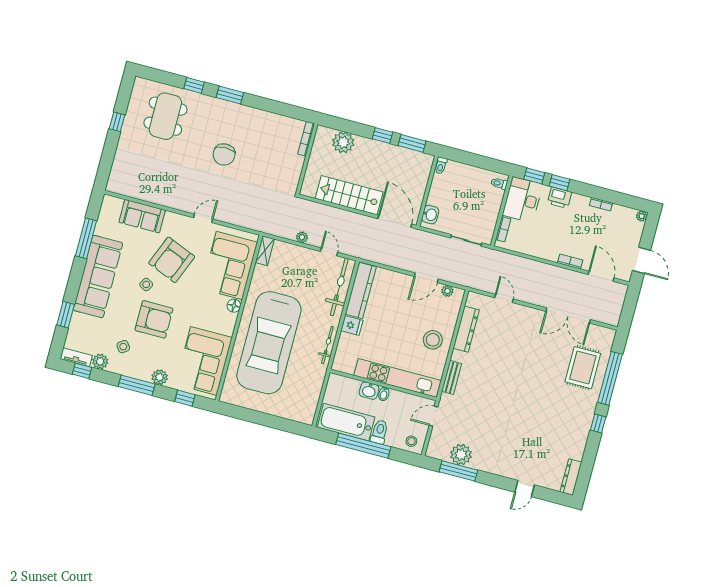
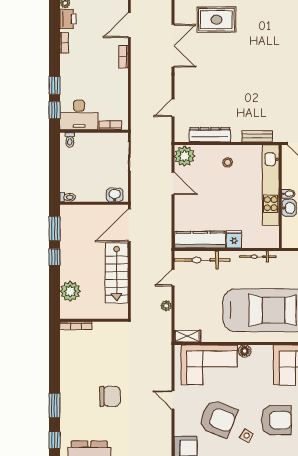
printer: (560, 198) -> (68, 19), moved
plant: (447, 291) -> (185, 156), width x1.87, depth x1.87
armchair: (154, 319) -> (276, 420), turned 90
stool: (433, 340) -> (228, 162), width x0.53, depth x0.53

